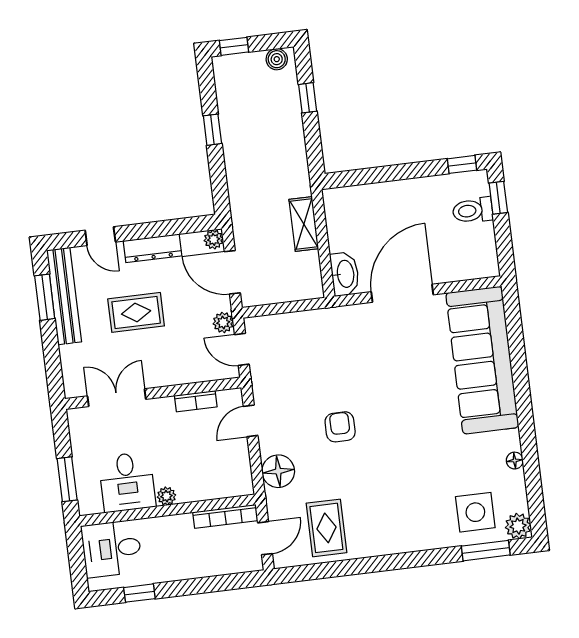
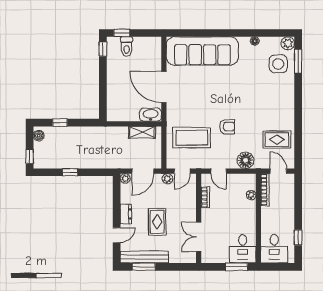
shelving: (304, 224) -> (142, 132), moved
dresser: (152, 248) -> (126, 214), width x0.70
coffee table: (310, 360) -> (192, 138), added
armchair: (340, 427) -> (227, 127), turned 180
desk: (127, 482) -> (243, 249), moved, turned 90
plant: (166, 496) -> (251, 195), moved

